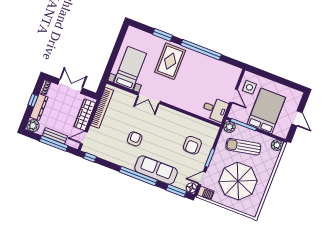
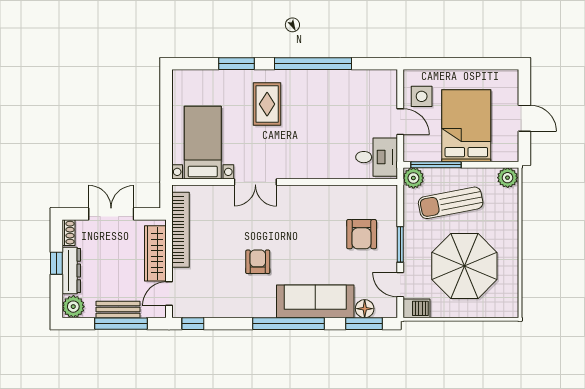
rug: (170, 61) -> (267, 104), width x0.73, depth x0.70
door: (202, 178) -> (400, 285), hinge flipped
floor lamp: (191, 188) -> (365, 309), moved

